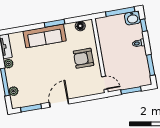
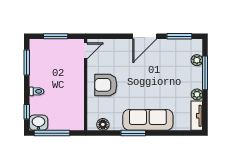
armchair: (84, 58) -> (106, 85), turned 180
door: (105, 83) -> (86, 51), swing flipped

